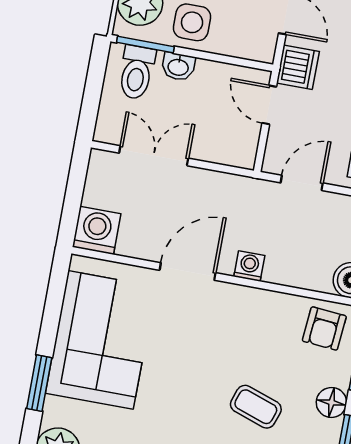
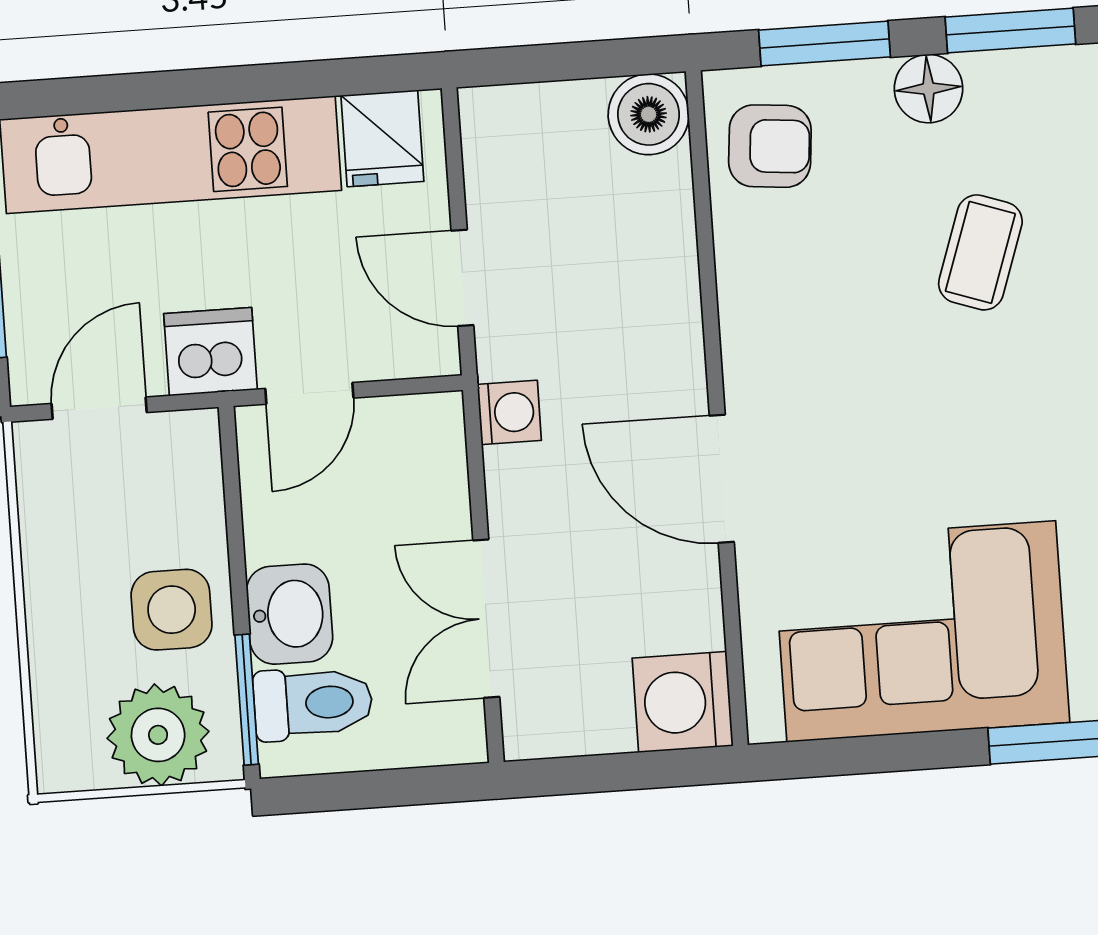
washbasin: (178, 67) -> (289, 614), width x1.38, depth x1.45
washing machine: (249, 266) -> (509, 412), moved, turned 180

